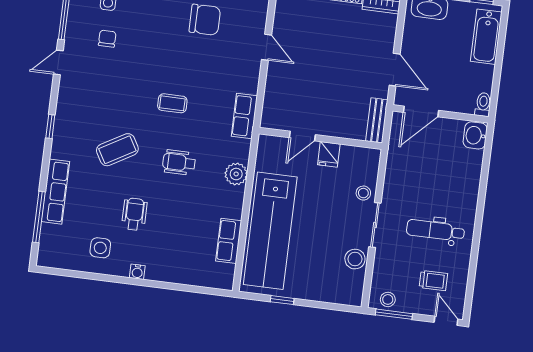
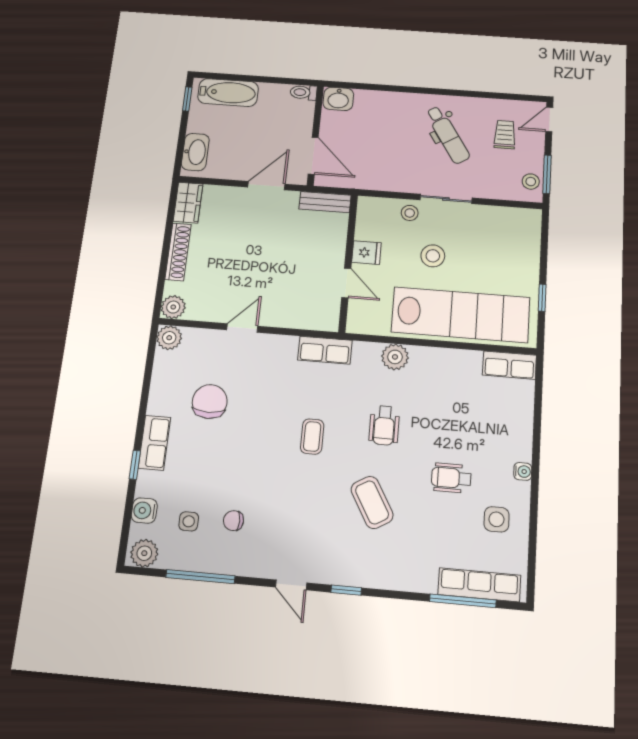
door: (58, 62) -> (291, 585), moved
row of seats: (55, 192) -> (479, 585), moved
dental chair: (435, 230) -> (448, 135), turned -32
row of seats: (229, 241) -> (509, 365), moved
stool: (355, 259) -> (433, 256), moved

